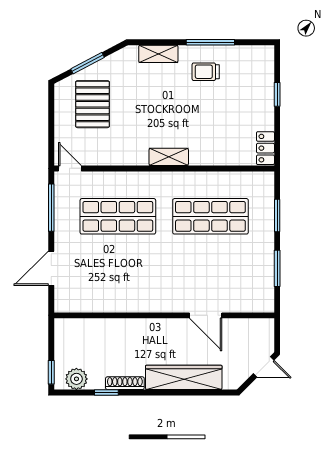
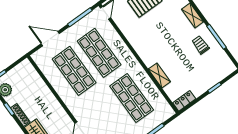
shelving: (169, 157) -> (159, 75), moved
shop shelf: (118, 267) -> (74, 71), added

